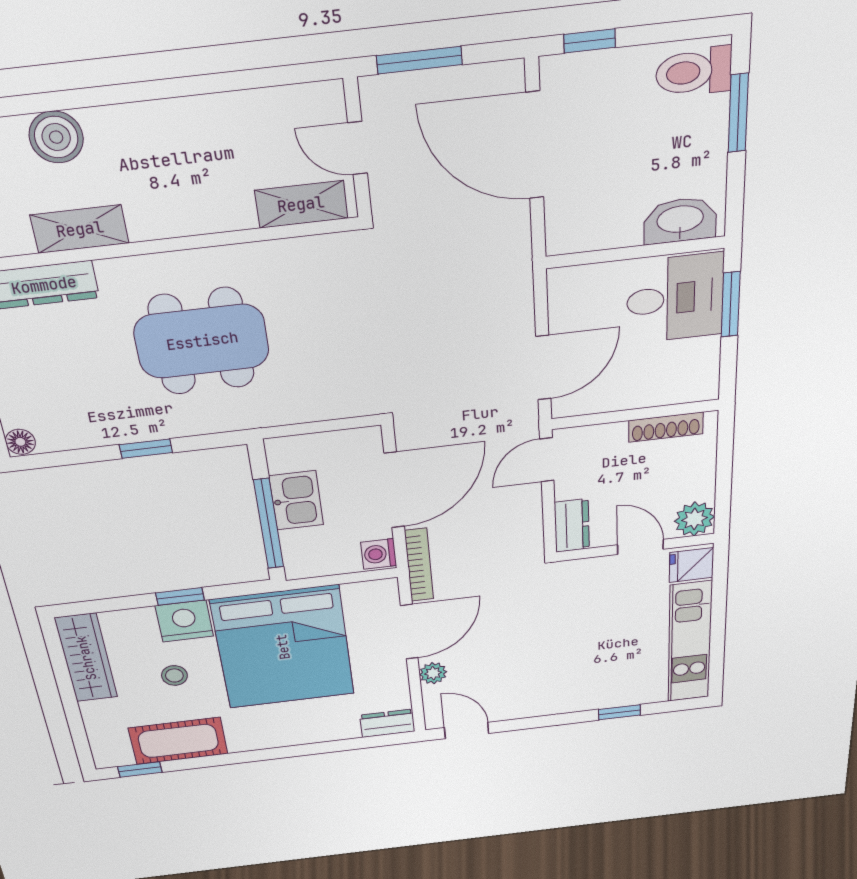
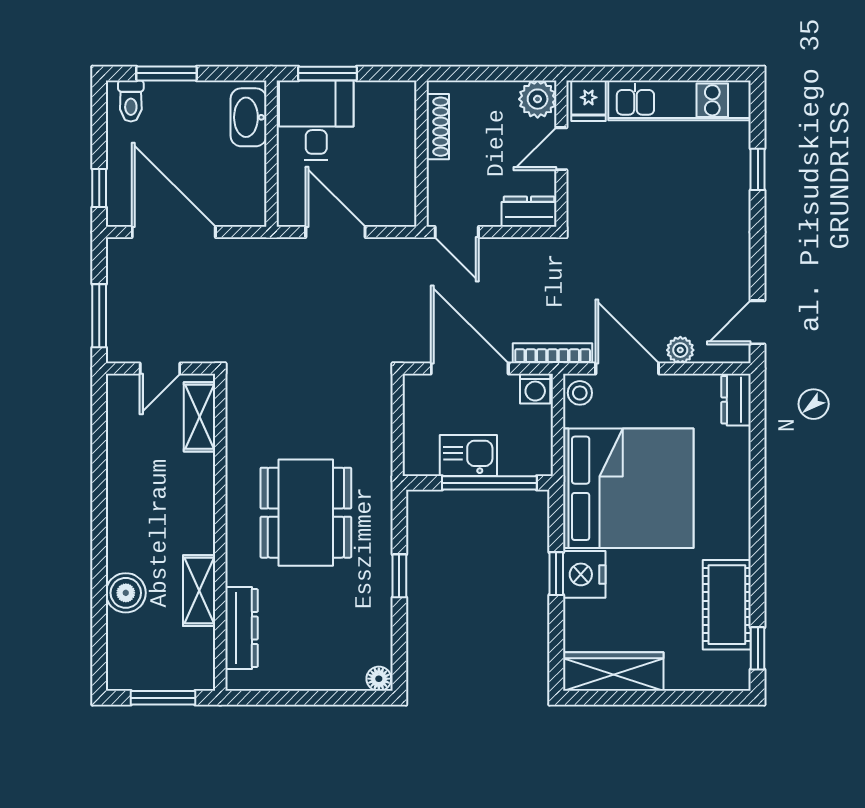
toilet: (694, 72) -> (131, 101), width x0.73, depth x0.72
door: (535, 146) -> (174, 232), swing flipped
door: (543, 368) -> (336, 232), moved
stool: (174, 675) -> (580, 393), moved

